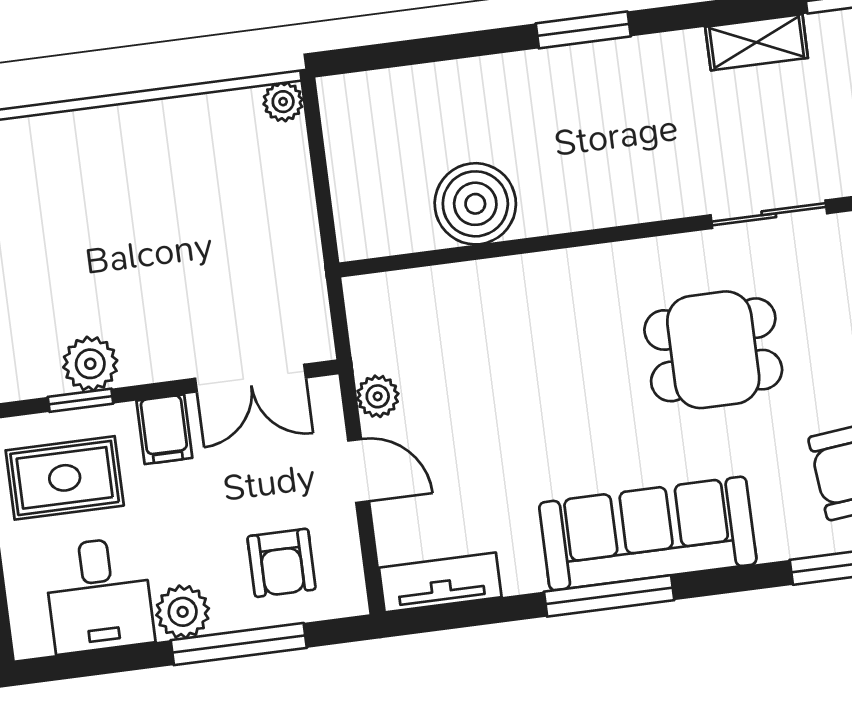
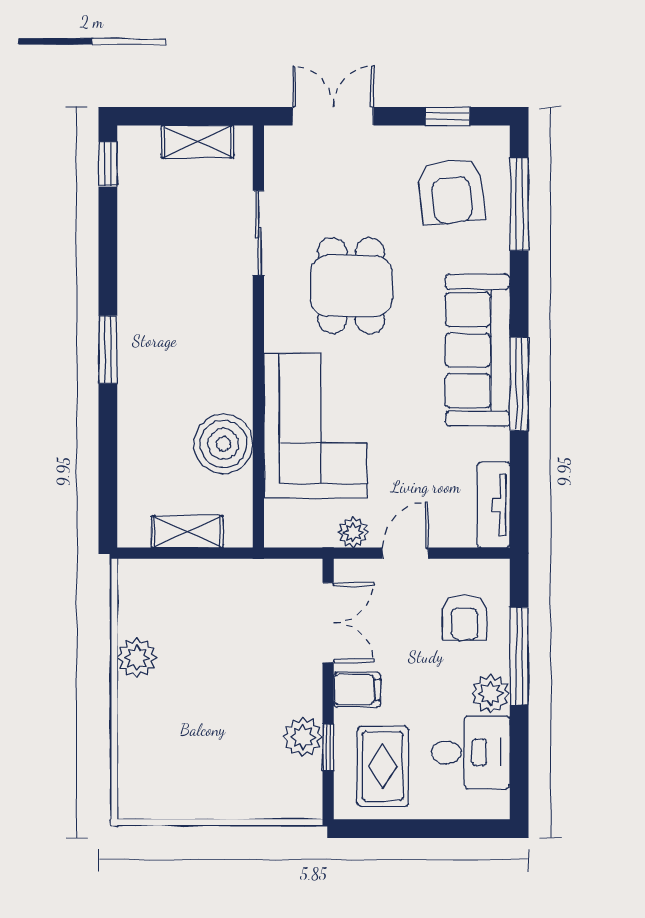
shelving: (757, 42) -> (187, 532), moved, turned 90
plant: (283, 102) -> (137, 658), moved, width x1.38, depth x1.38
corner sofa: (516, 326) -> (315, 426), added
armchair: (282, 563) -> (465, 618), turned 90

